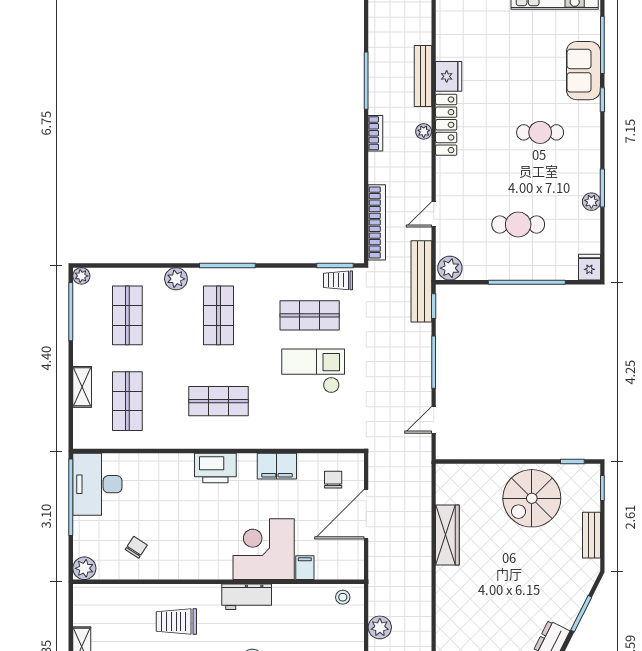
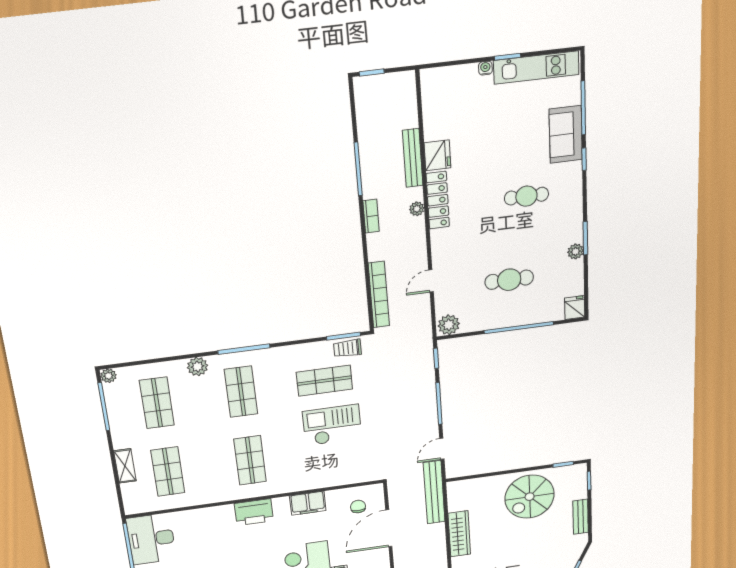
bench: (421, 281) -> (434, 492), moved
shop shelf: (218, 401) -> (250, 460), turned 90

